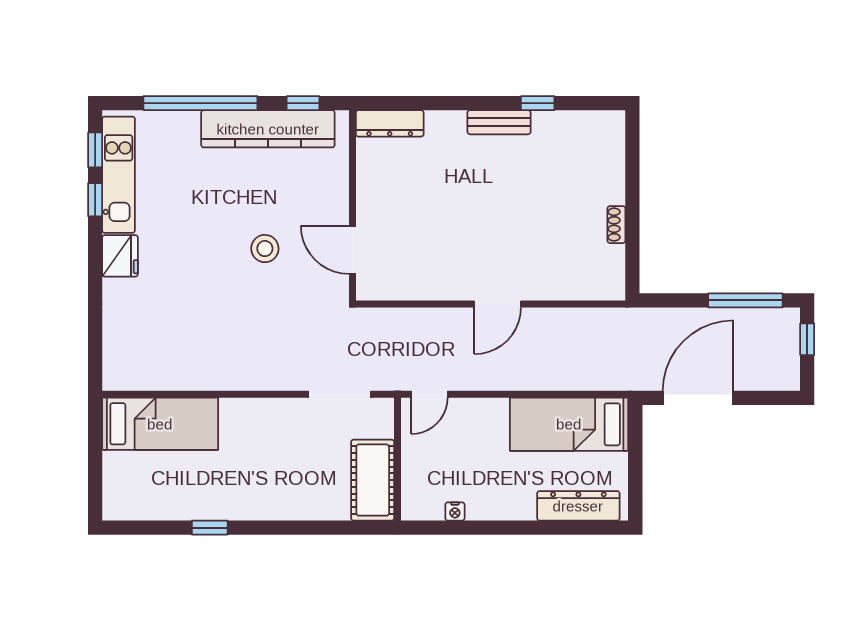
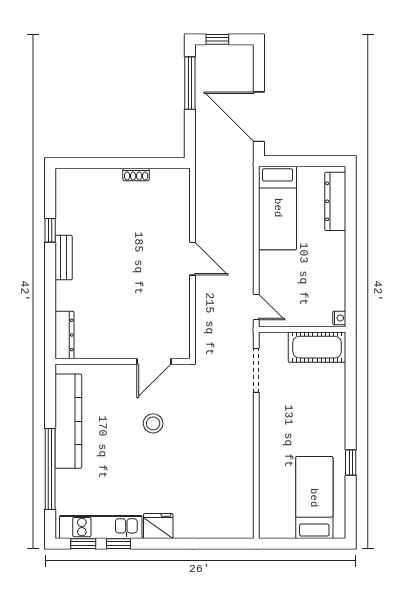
window: (303, 103) -> (50, 396), removed
bed: (160, 424) -> (314, 498), moved
nightstand: (455, 511) -> (339, 318), moved

